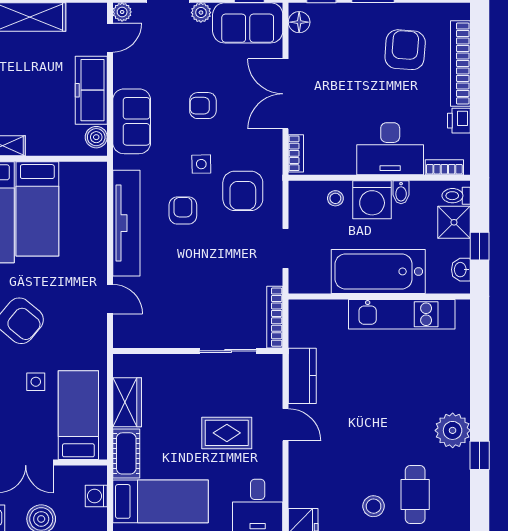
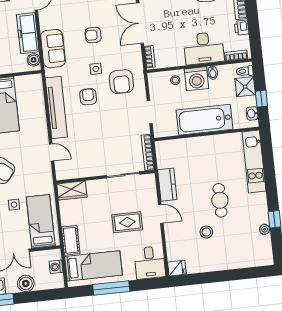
kitchen unit: (402, 314) -> (254, 161), moved, turned 90
wardrobe: (127, 402) -> (72, 190), moved, turned 90
plant: (453, 430) -> (265, 229), moved, width x0.53, depth x0.53
cafe table: (415, 495) -> (220, 200), moved
stool: (374, 506) -> (206, 232), moved

